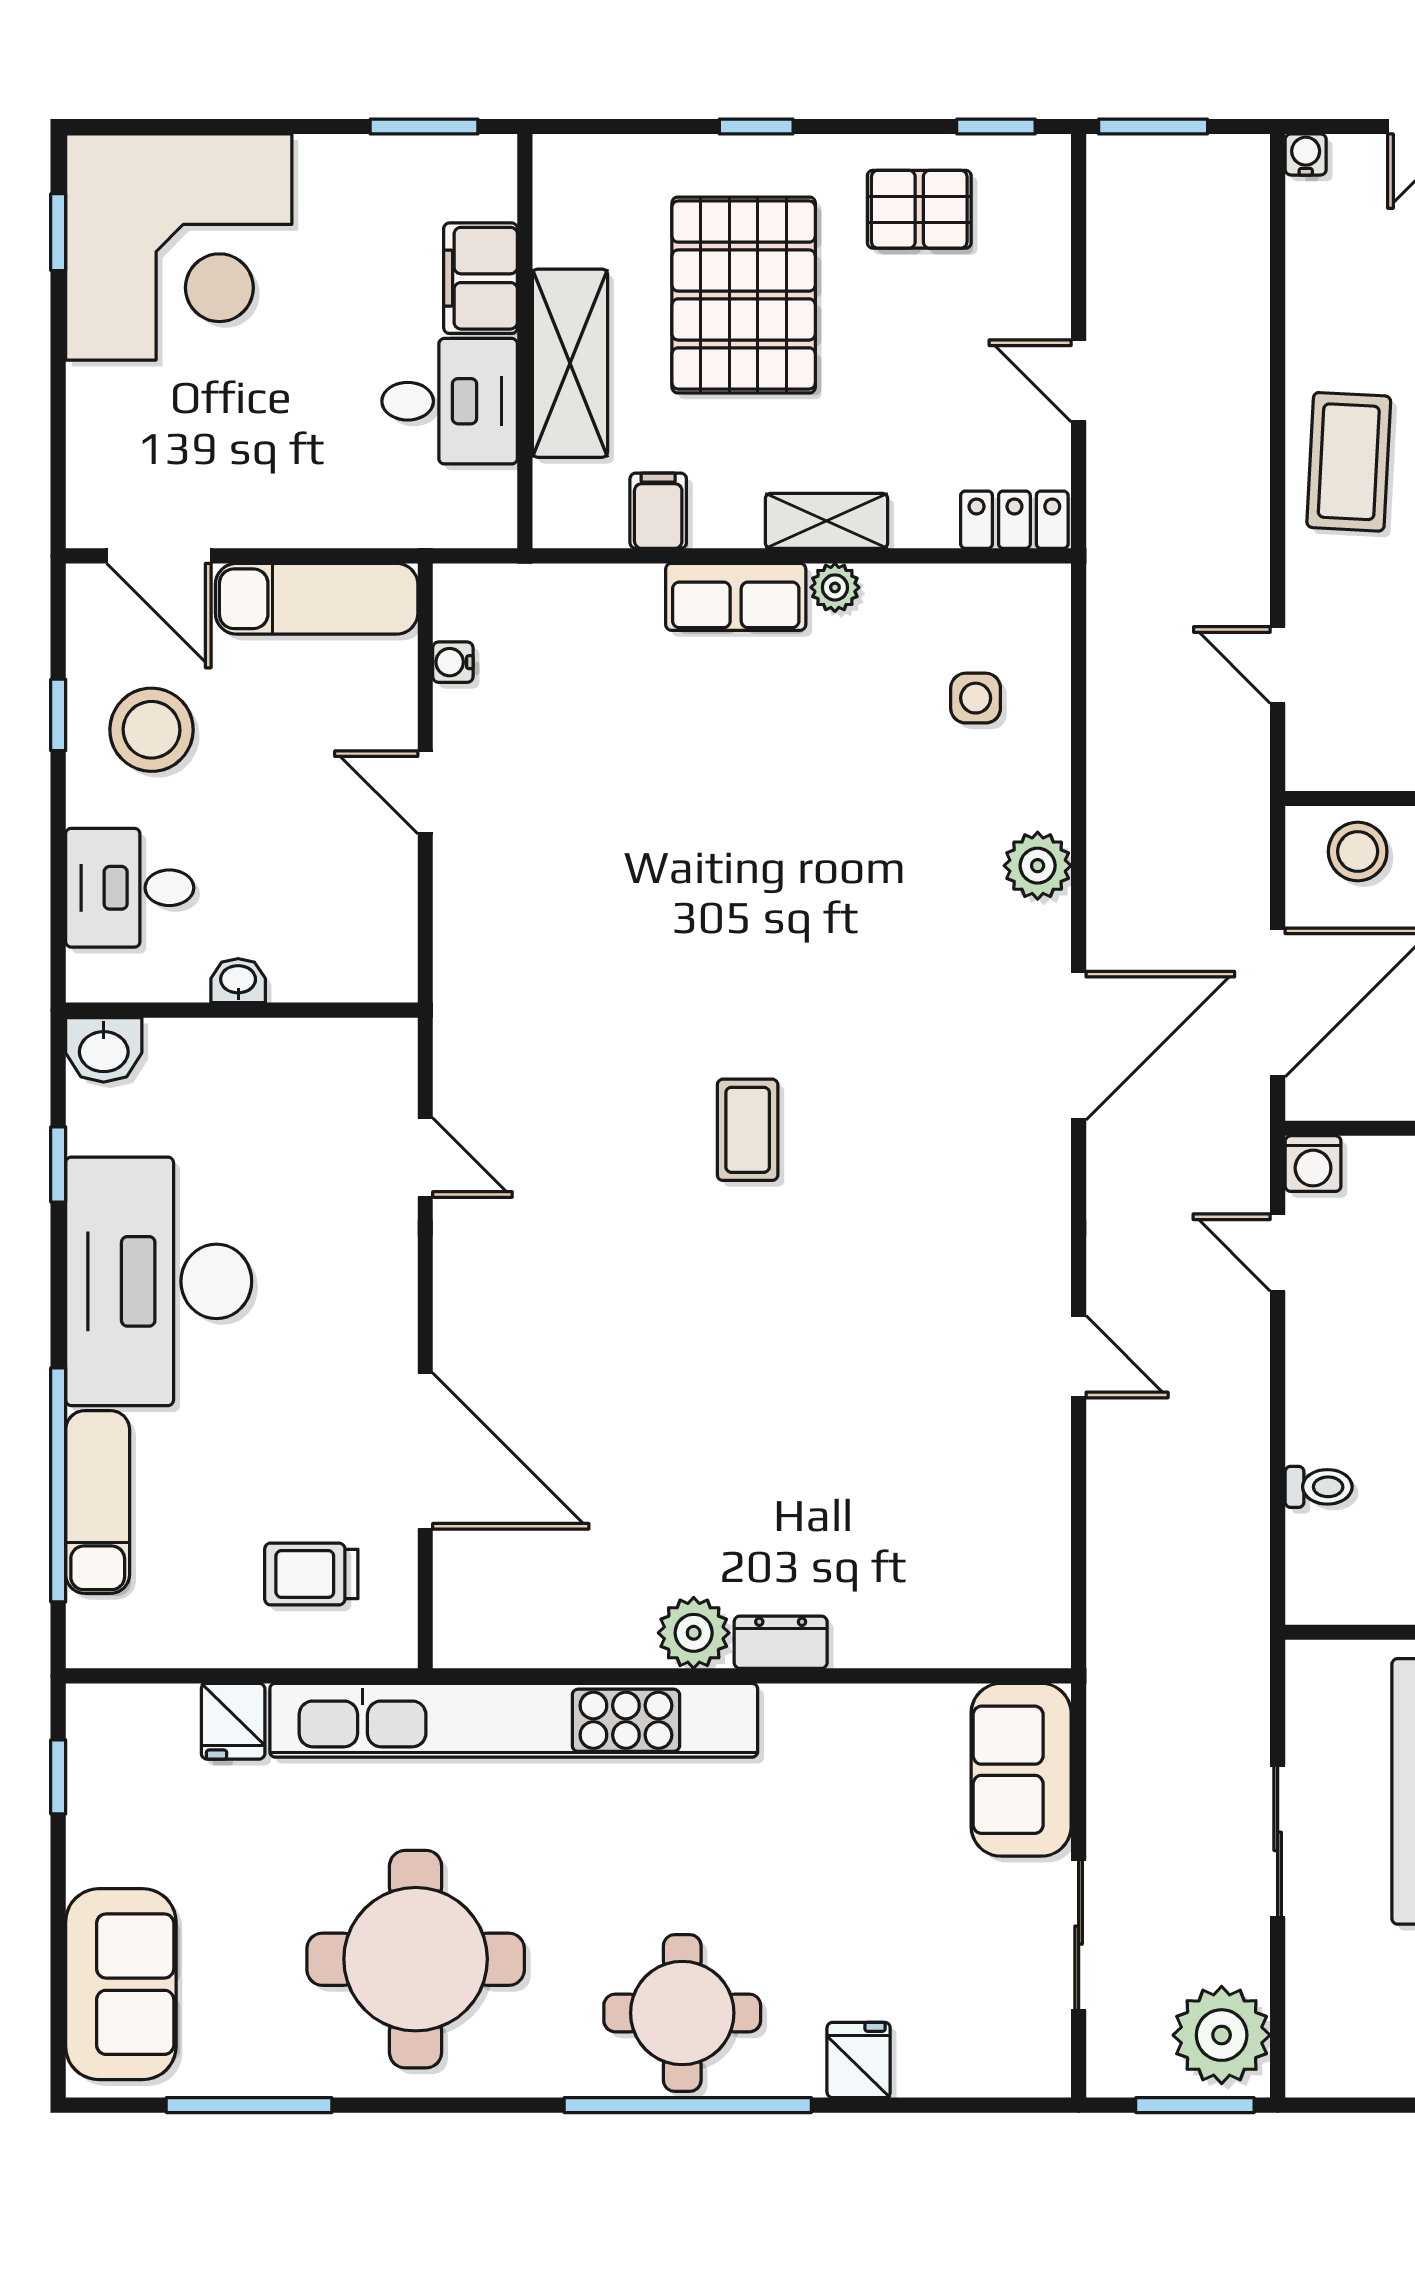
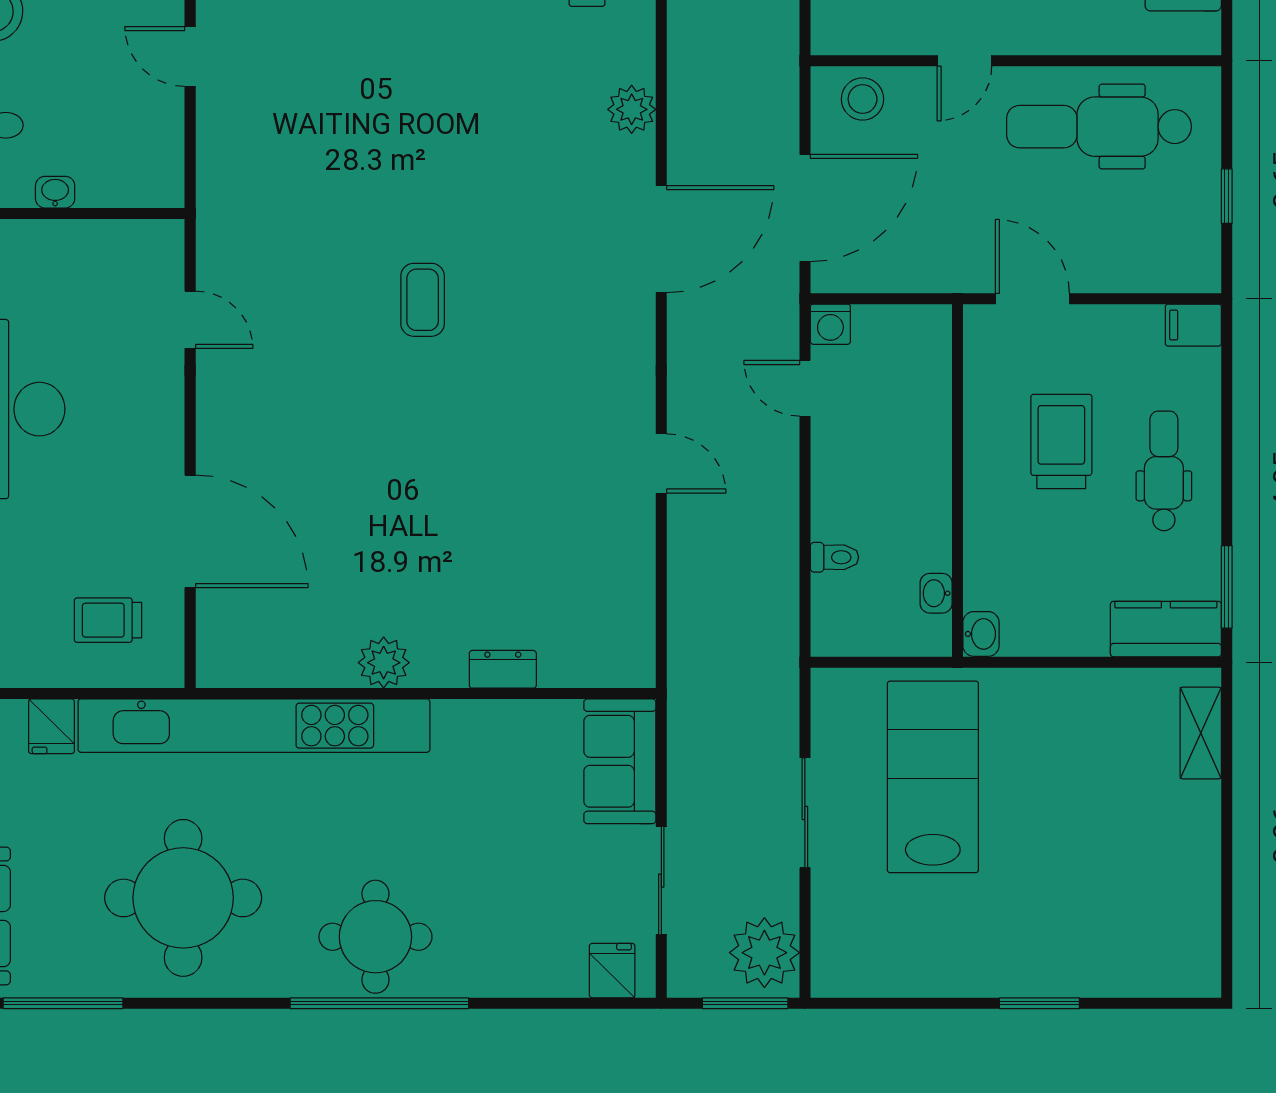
dresser: (781, 1642) -> (503, 669), moved
fridge: (859, 2060) -> (612, 971), moved

